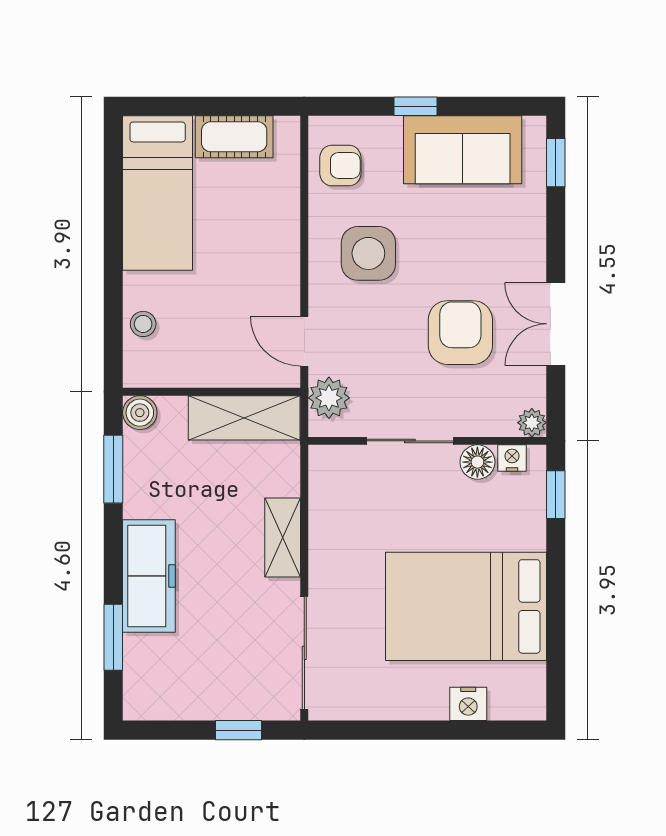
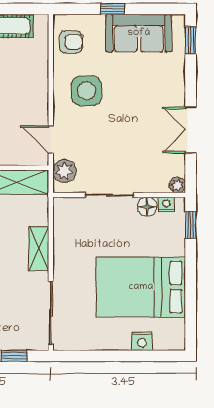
armchair: (460, 333) -> (138, 135), removed

